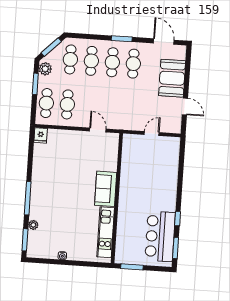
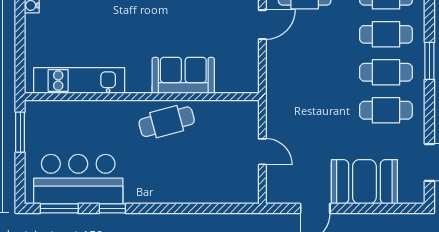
window: (122, 39) -> (429, 61), moved
door: (98, 130) -> (262, 25), moved
cafe table: (132, 185) -> (167, 122), added
sofa: (106, 189) -> (183, 75), moved

